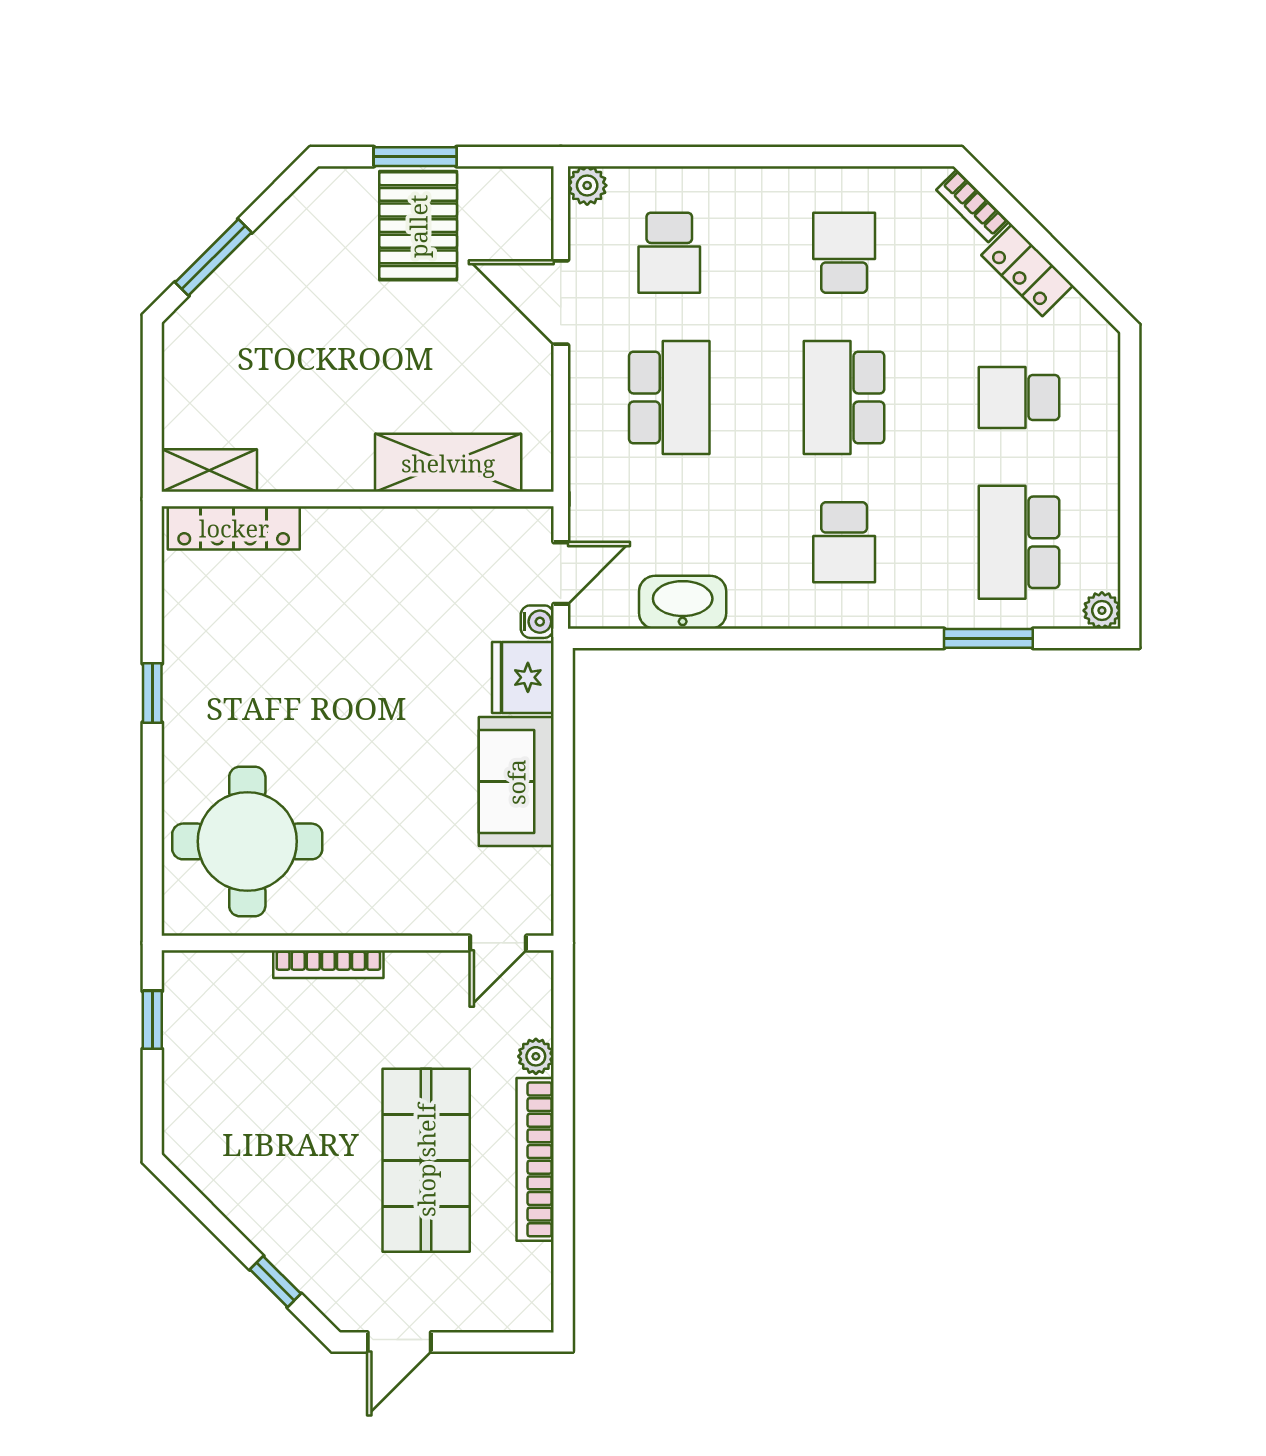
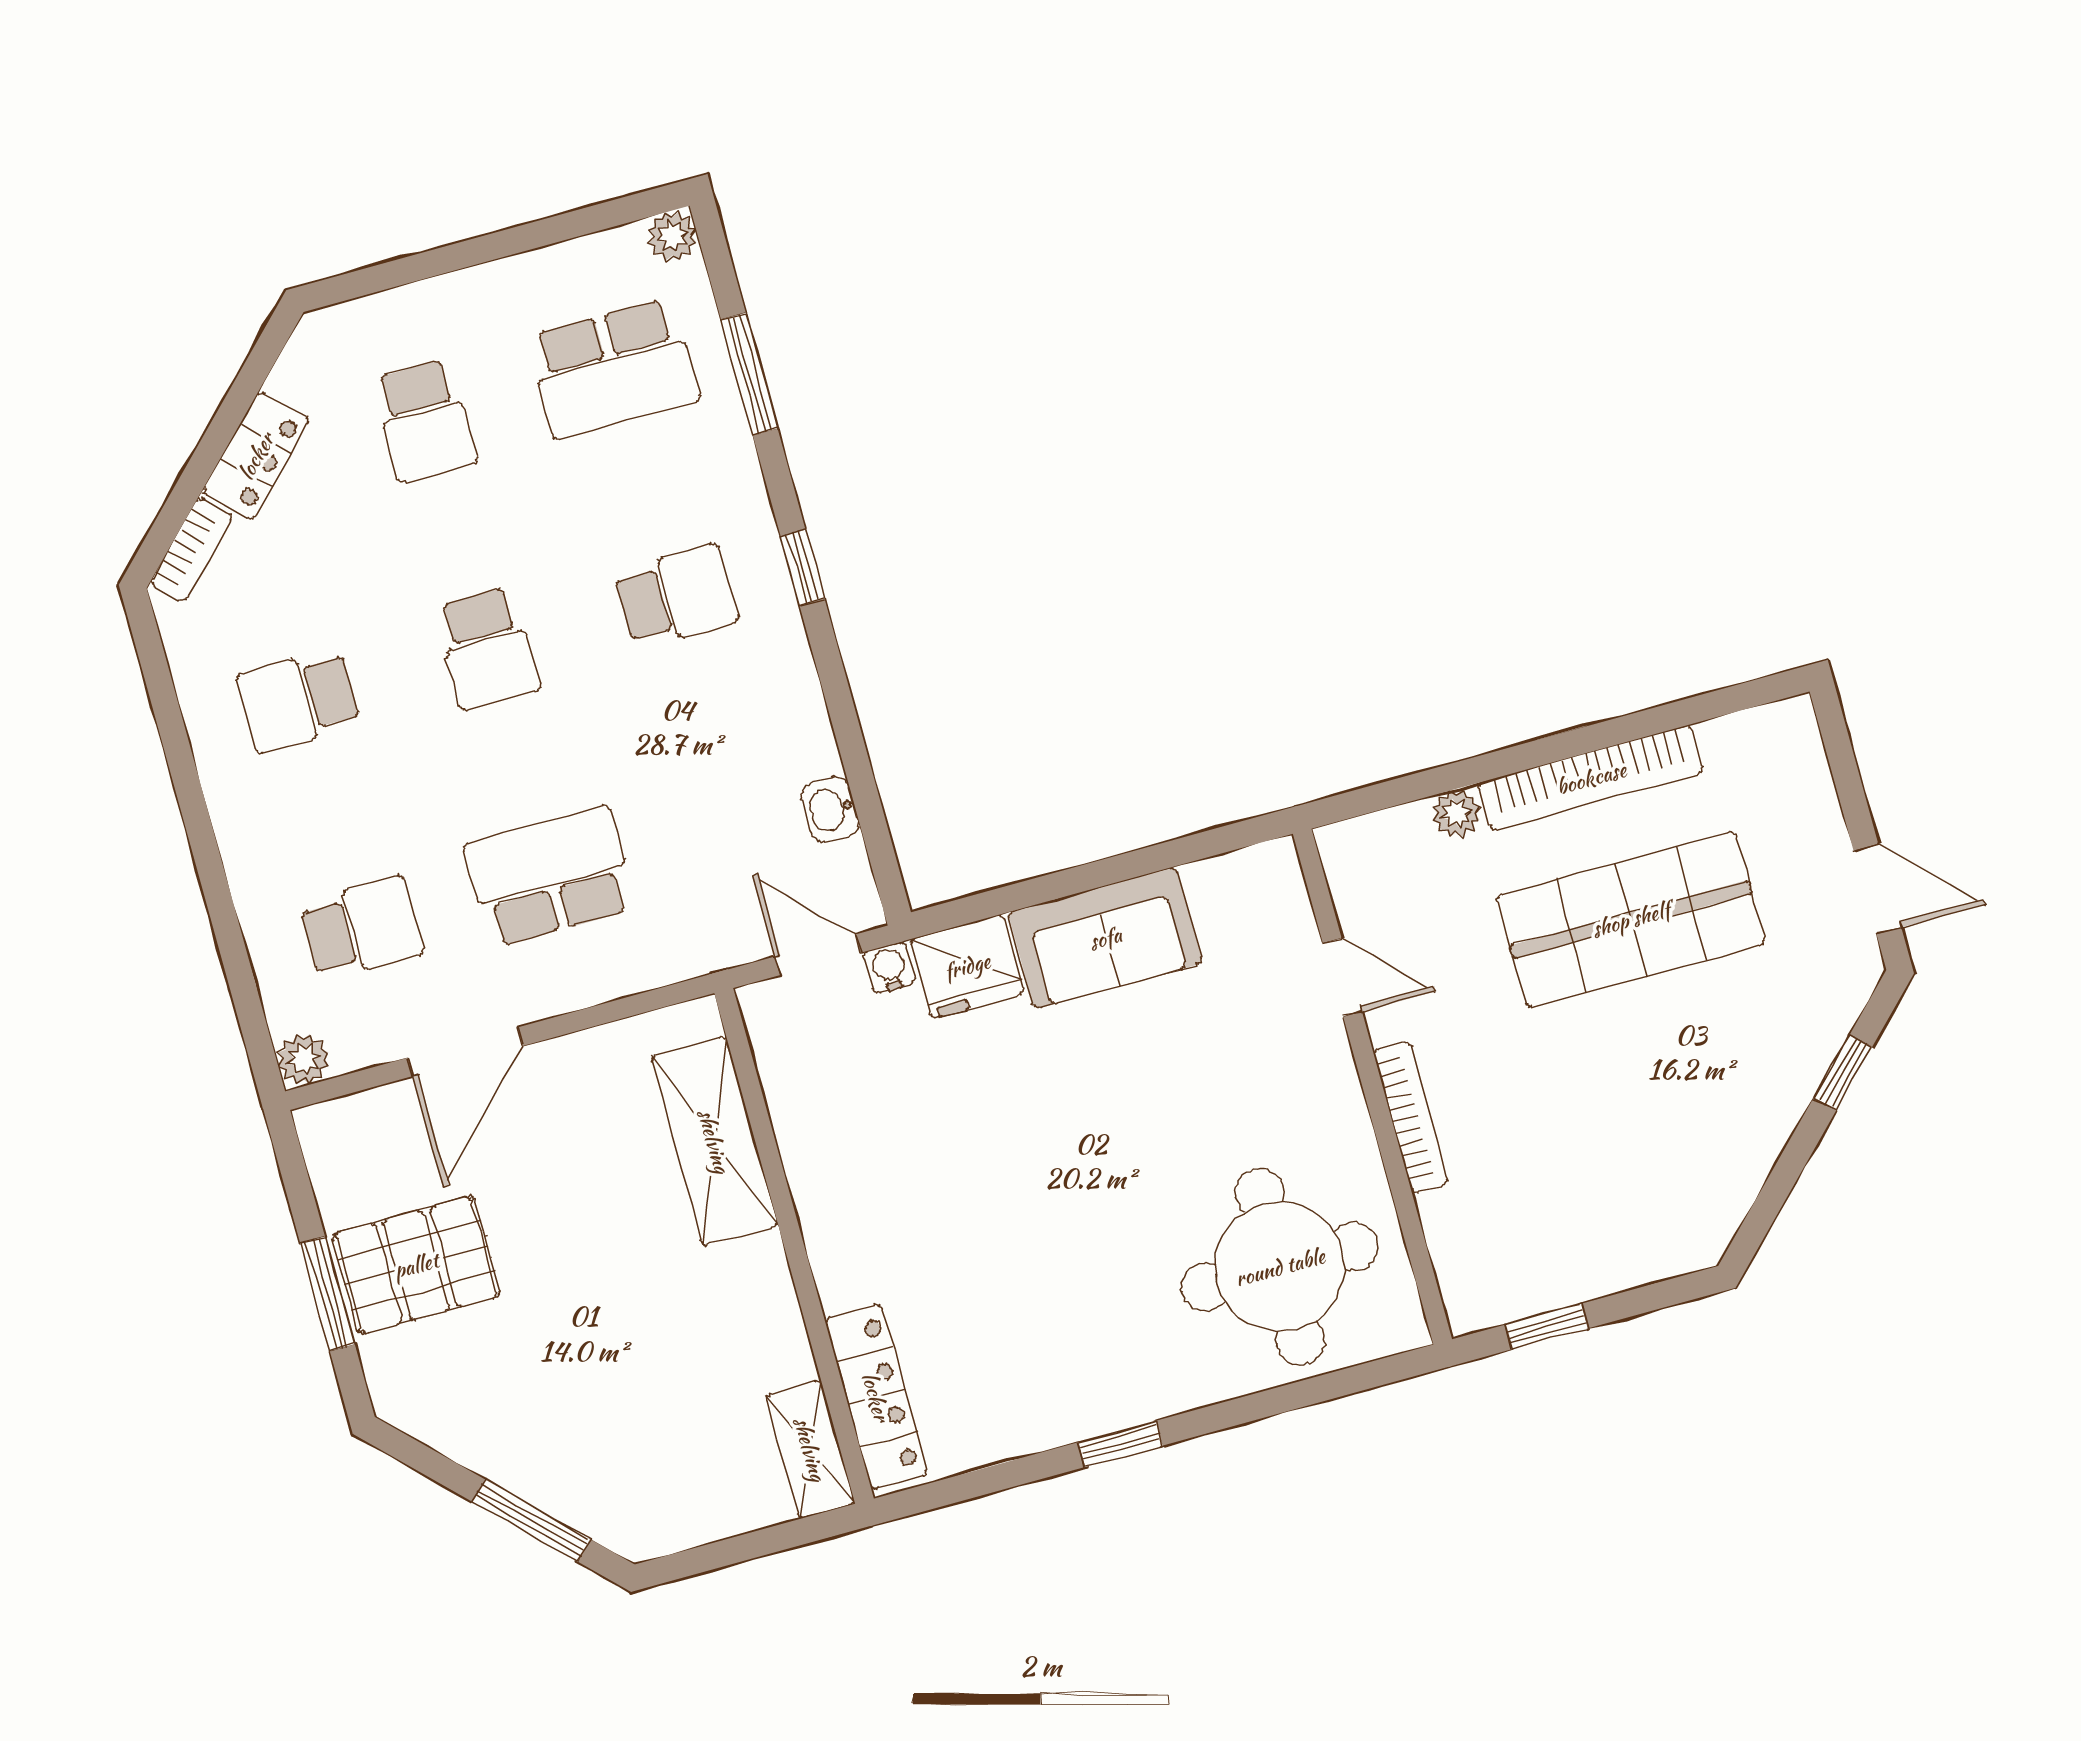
school desk: (844, 398) -> (487, 649), width x0.54
washbasin: (683, 602) -> (830, 810), width x0.52, depth x0.69
window: (840, 638) -> (803, 568), added
door: (498, 943) -> (1342, 977), moved

